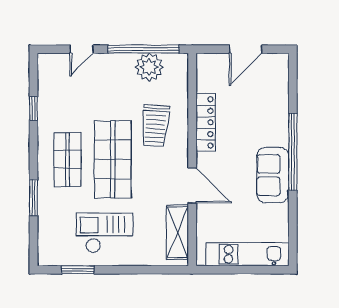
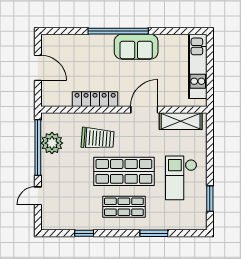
door: (81, 49) -> (38, 196), swing flipped

